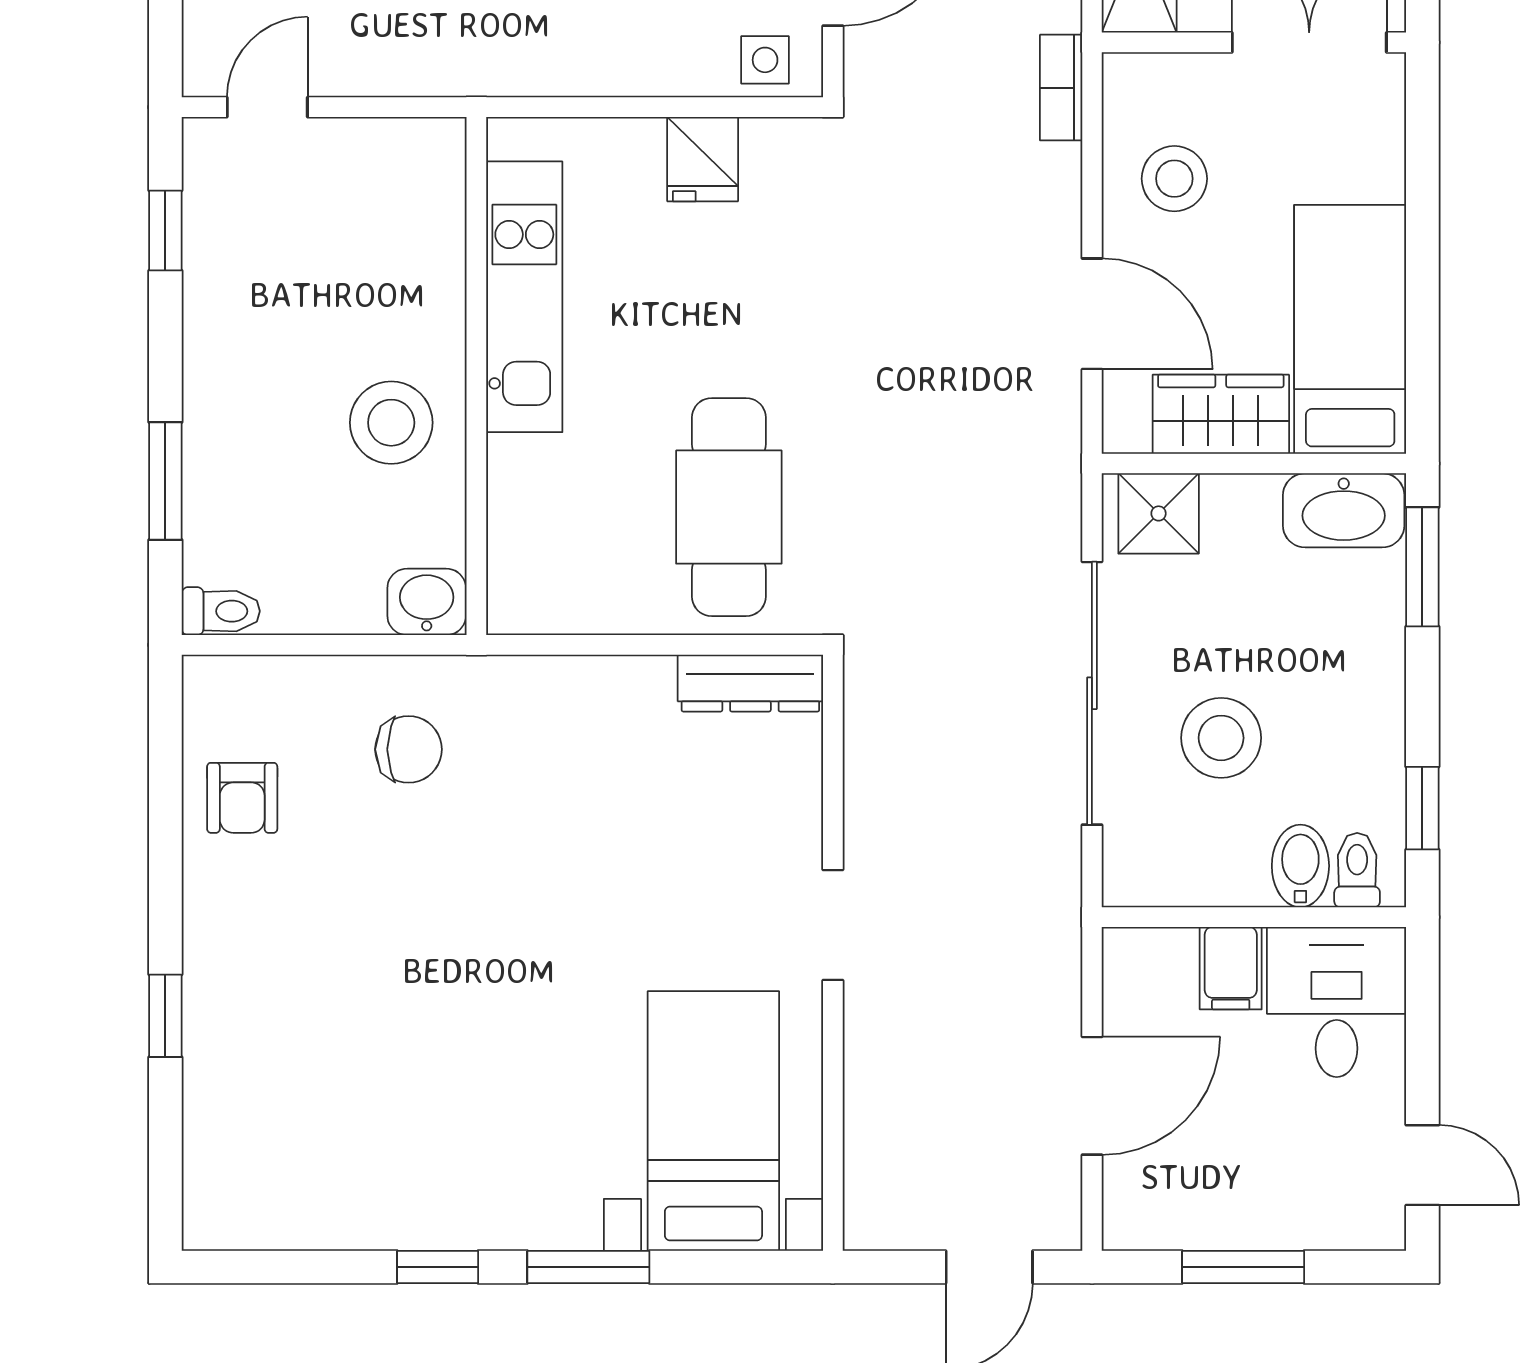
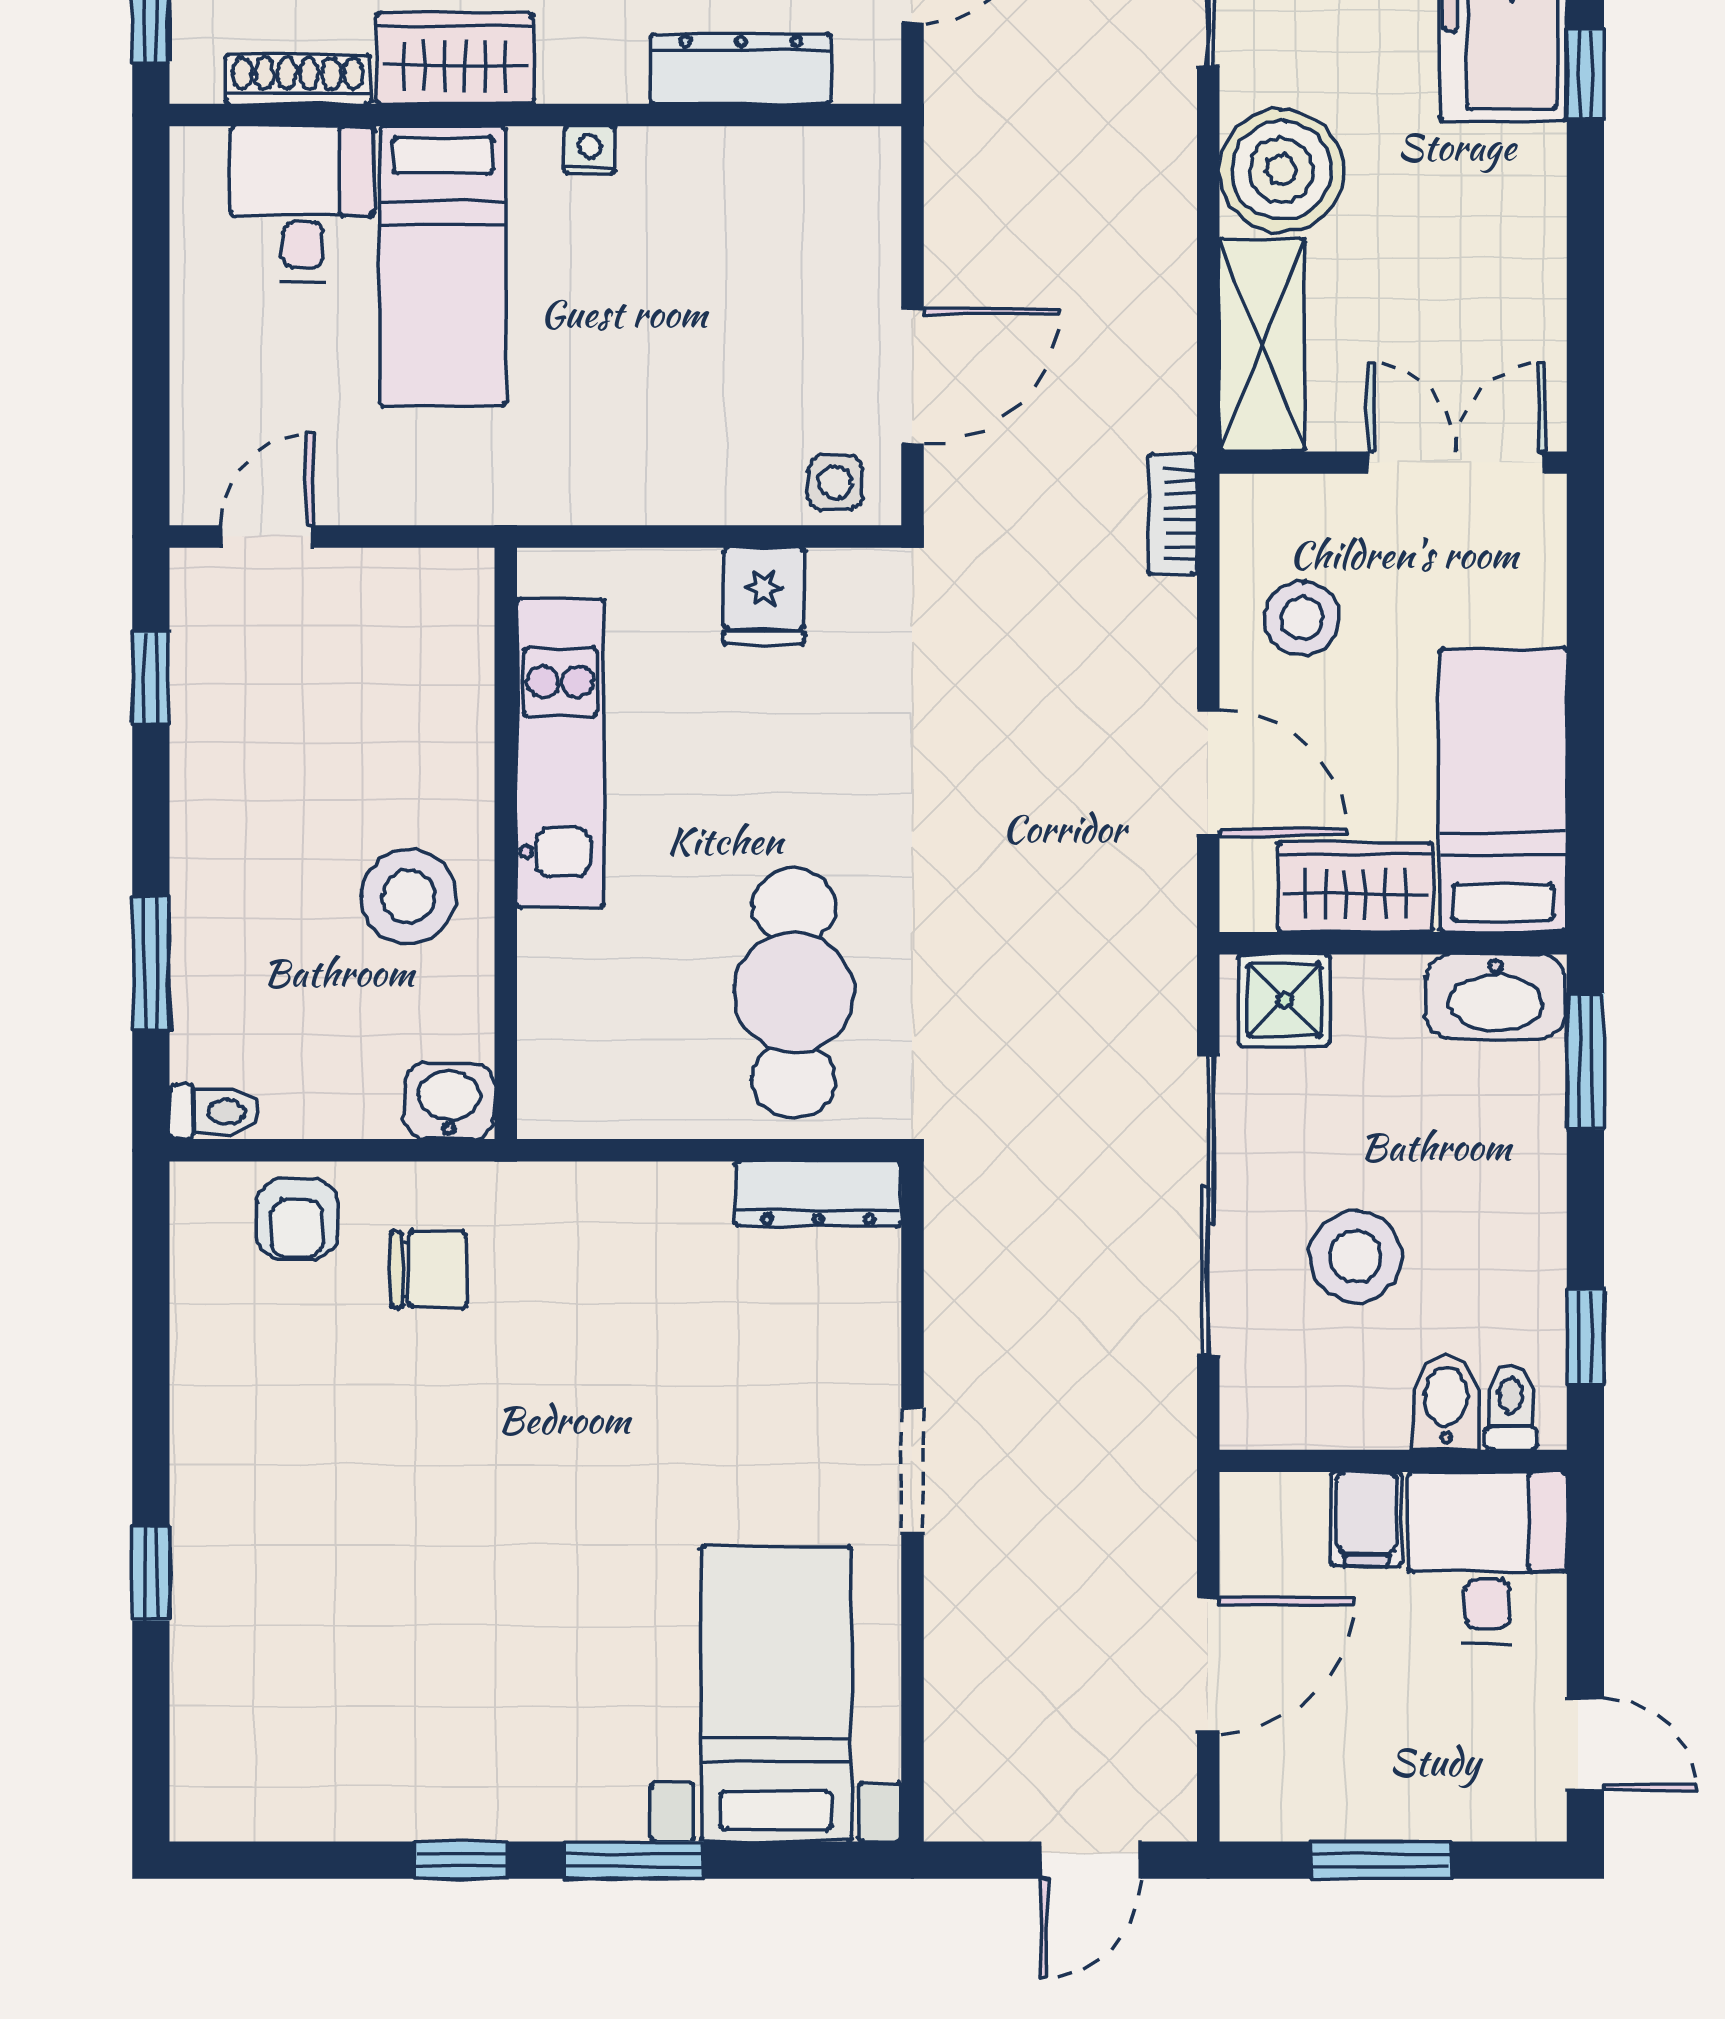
armchair: (242, 798) -> (297, 1219), moved

